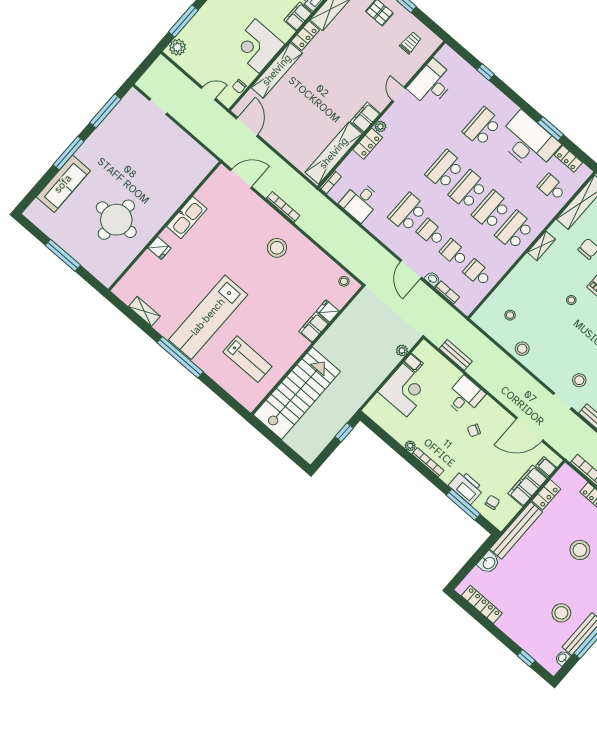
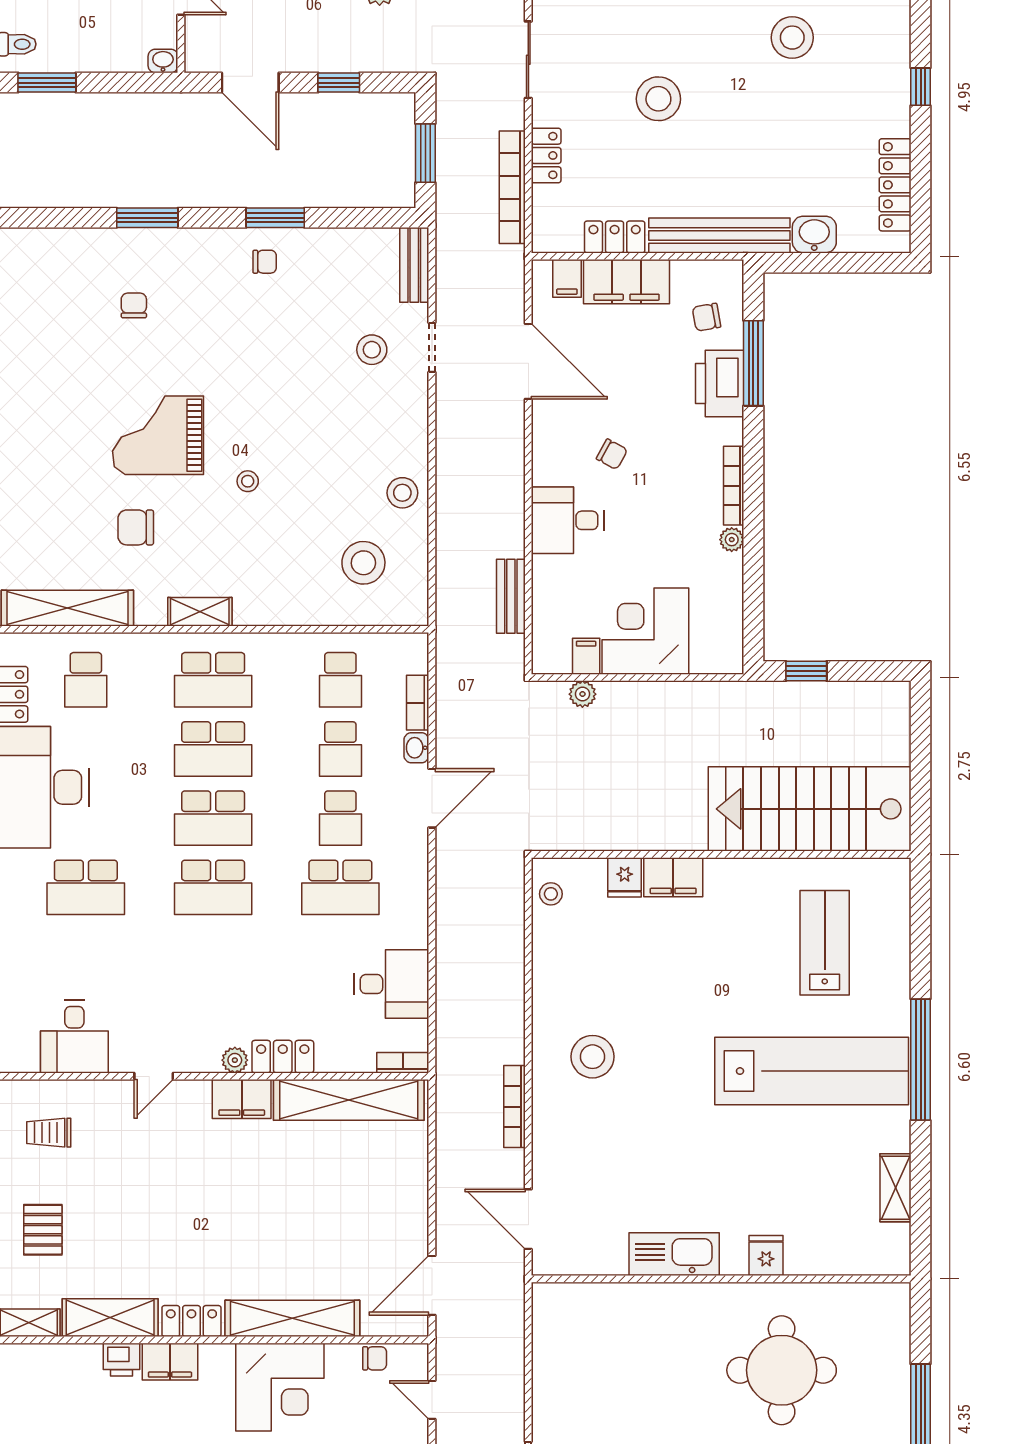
desk: (431, 84) -> (74, 1037), width x0.73
stool: (510, 315) -> (363, 563), width x1.89, depth x1.89
window: (526, 658) -> (921, 87), moved

